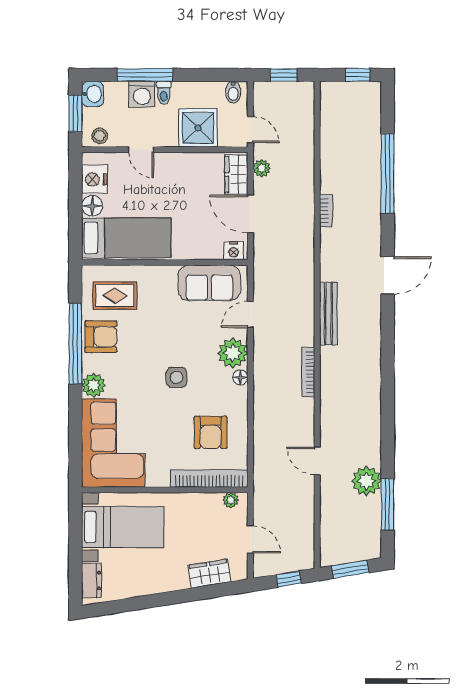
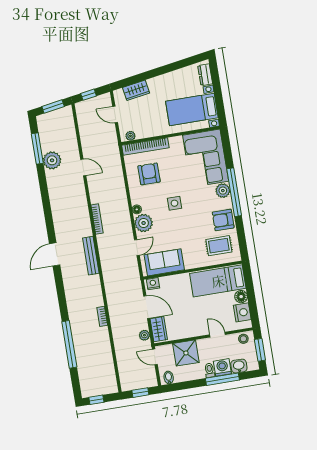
washbasin: (93, 94) -> (239, 366), moved, turned 90
door: (388, 276) -> (55, 254), moved
window: (75, 344) -> (234, 192), moved

